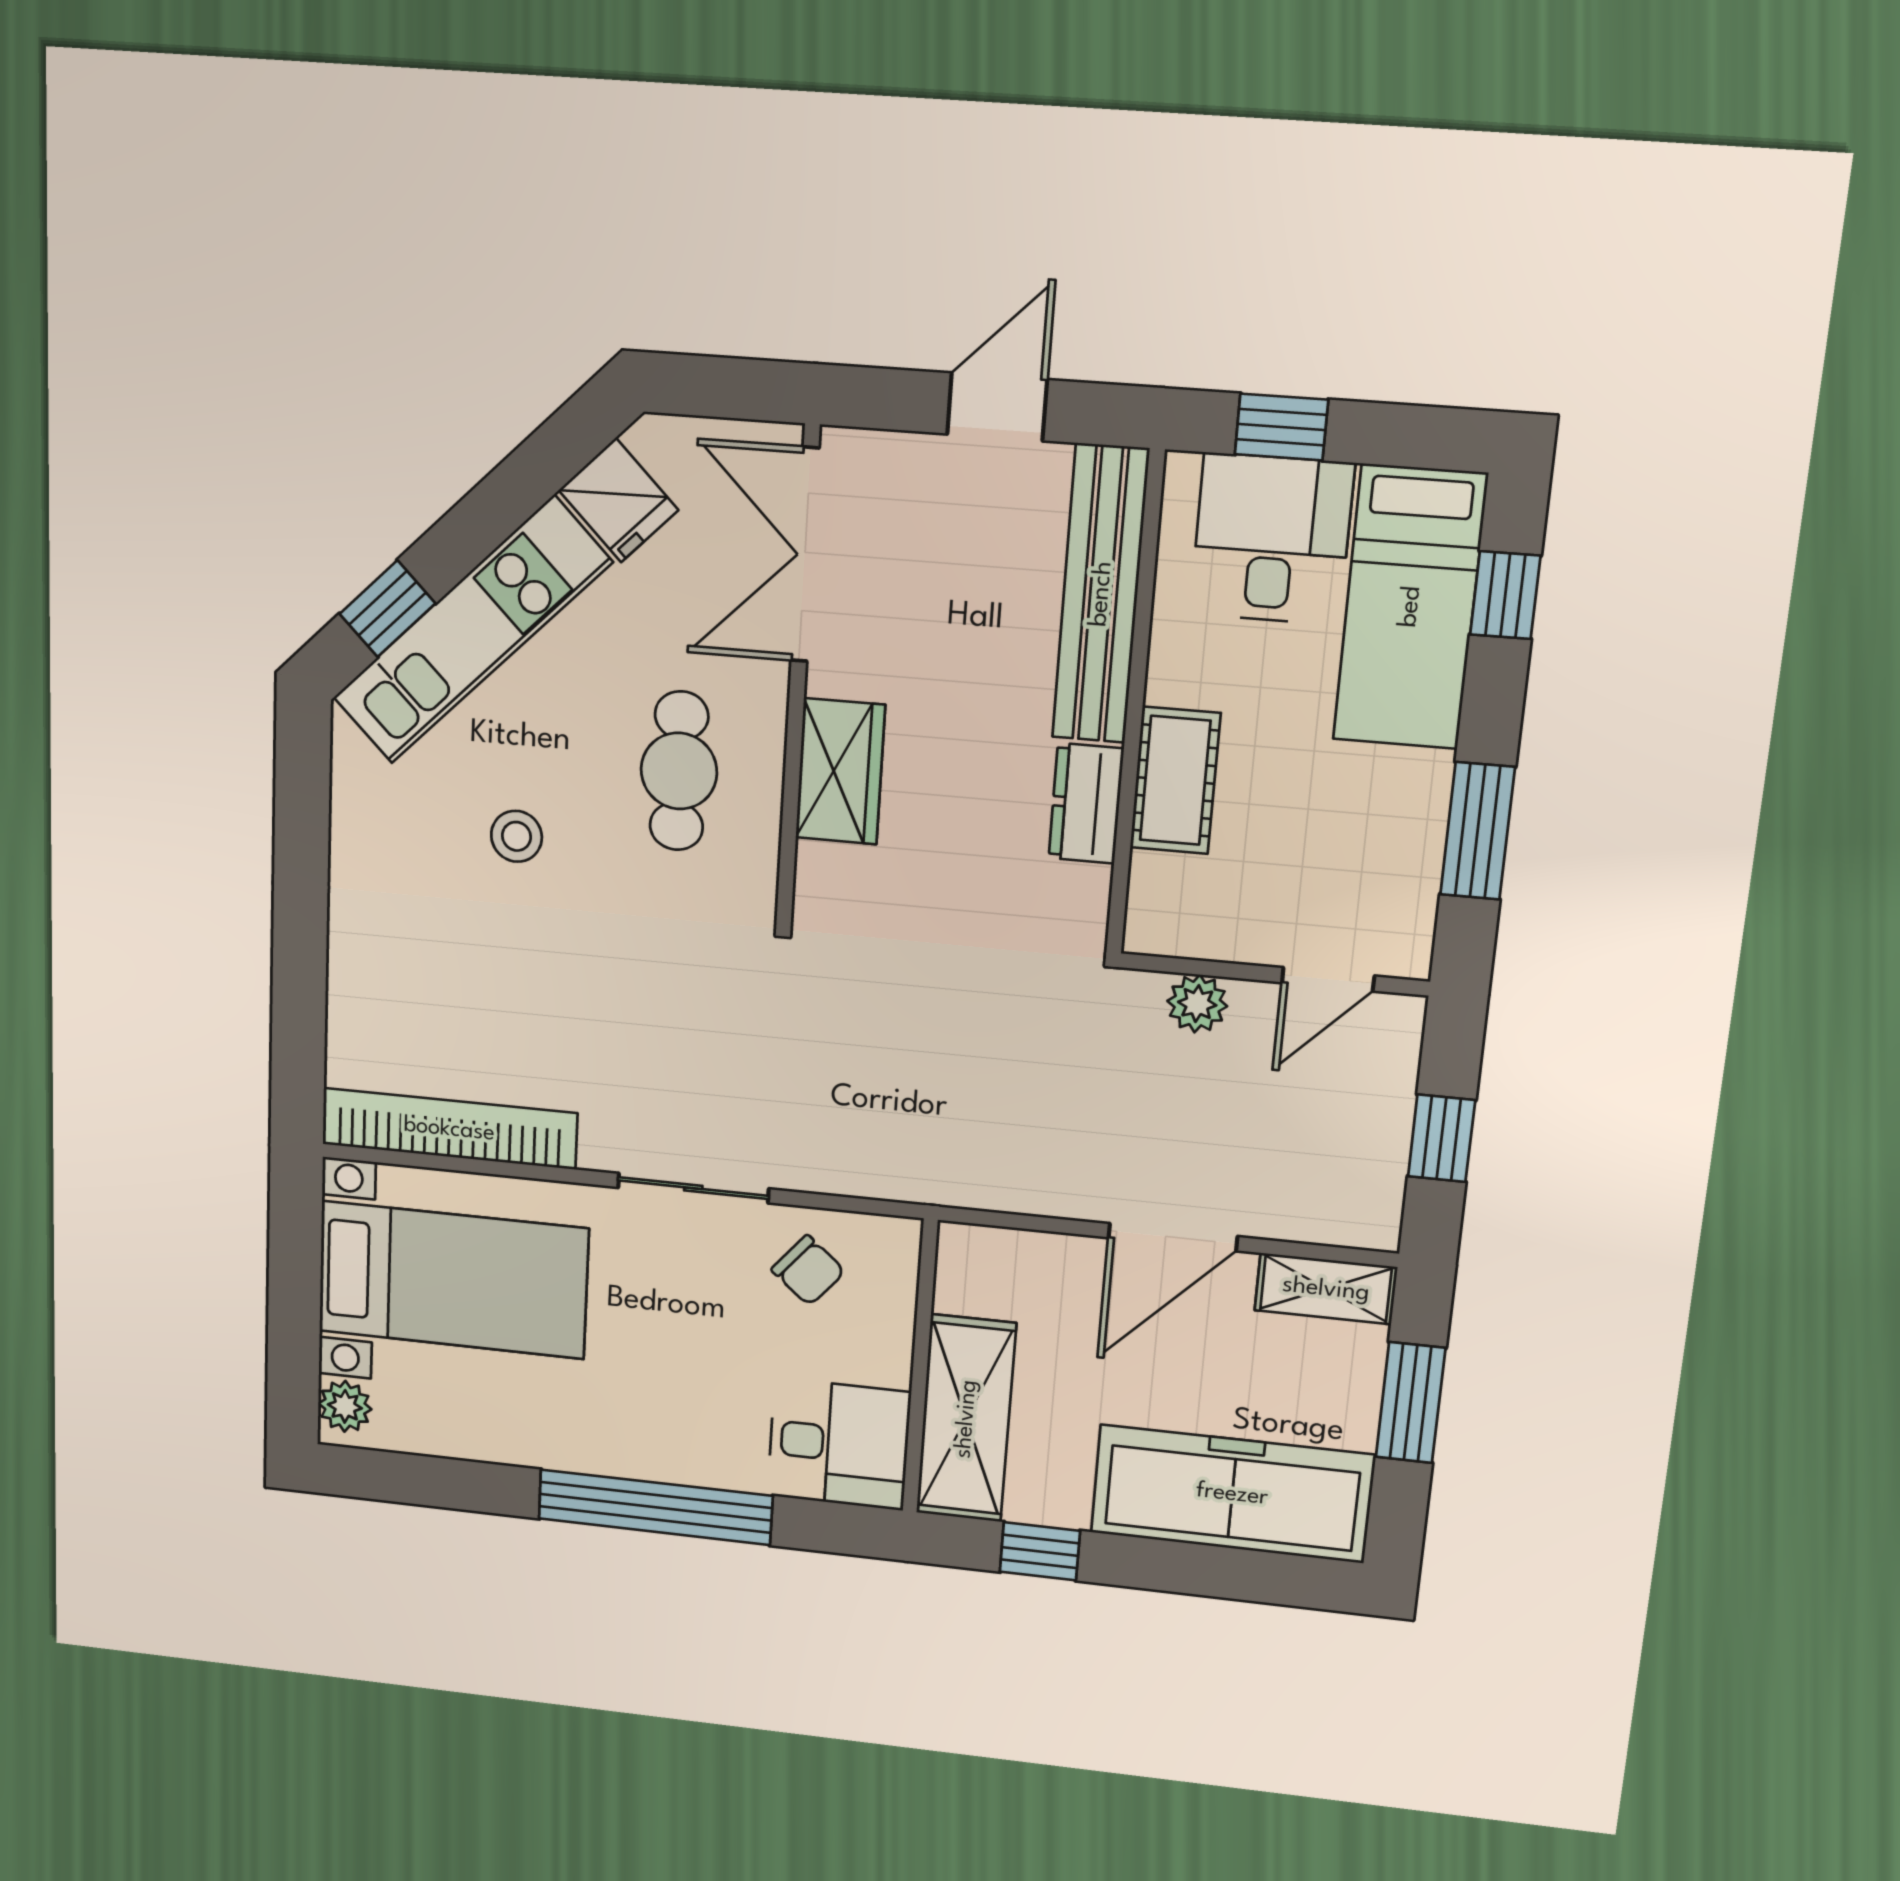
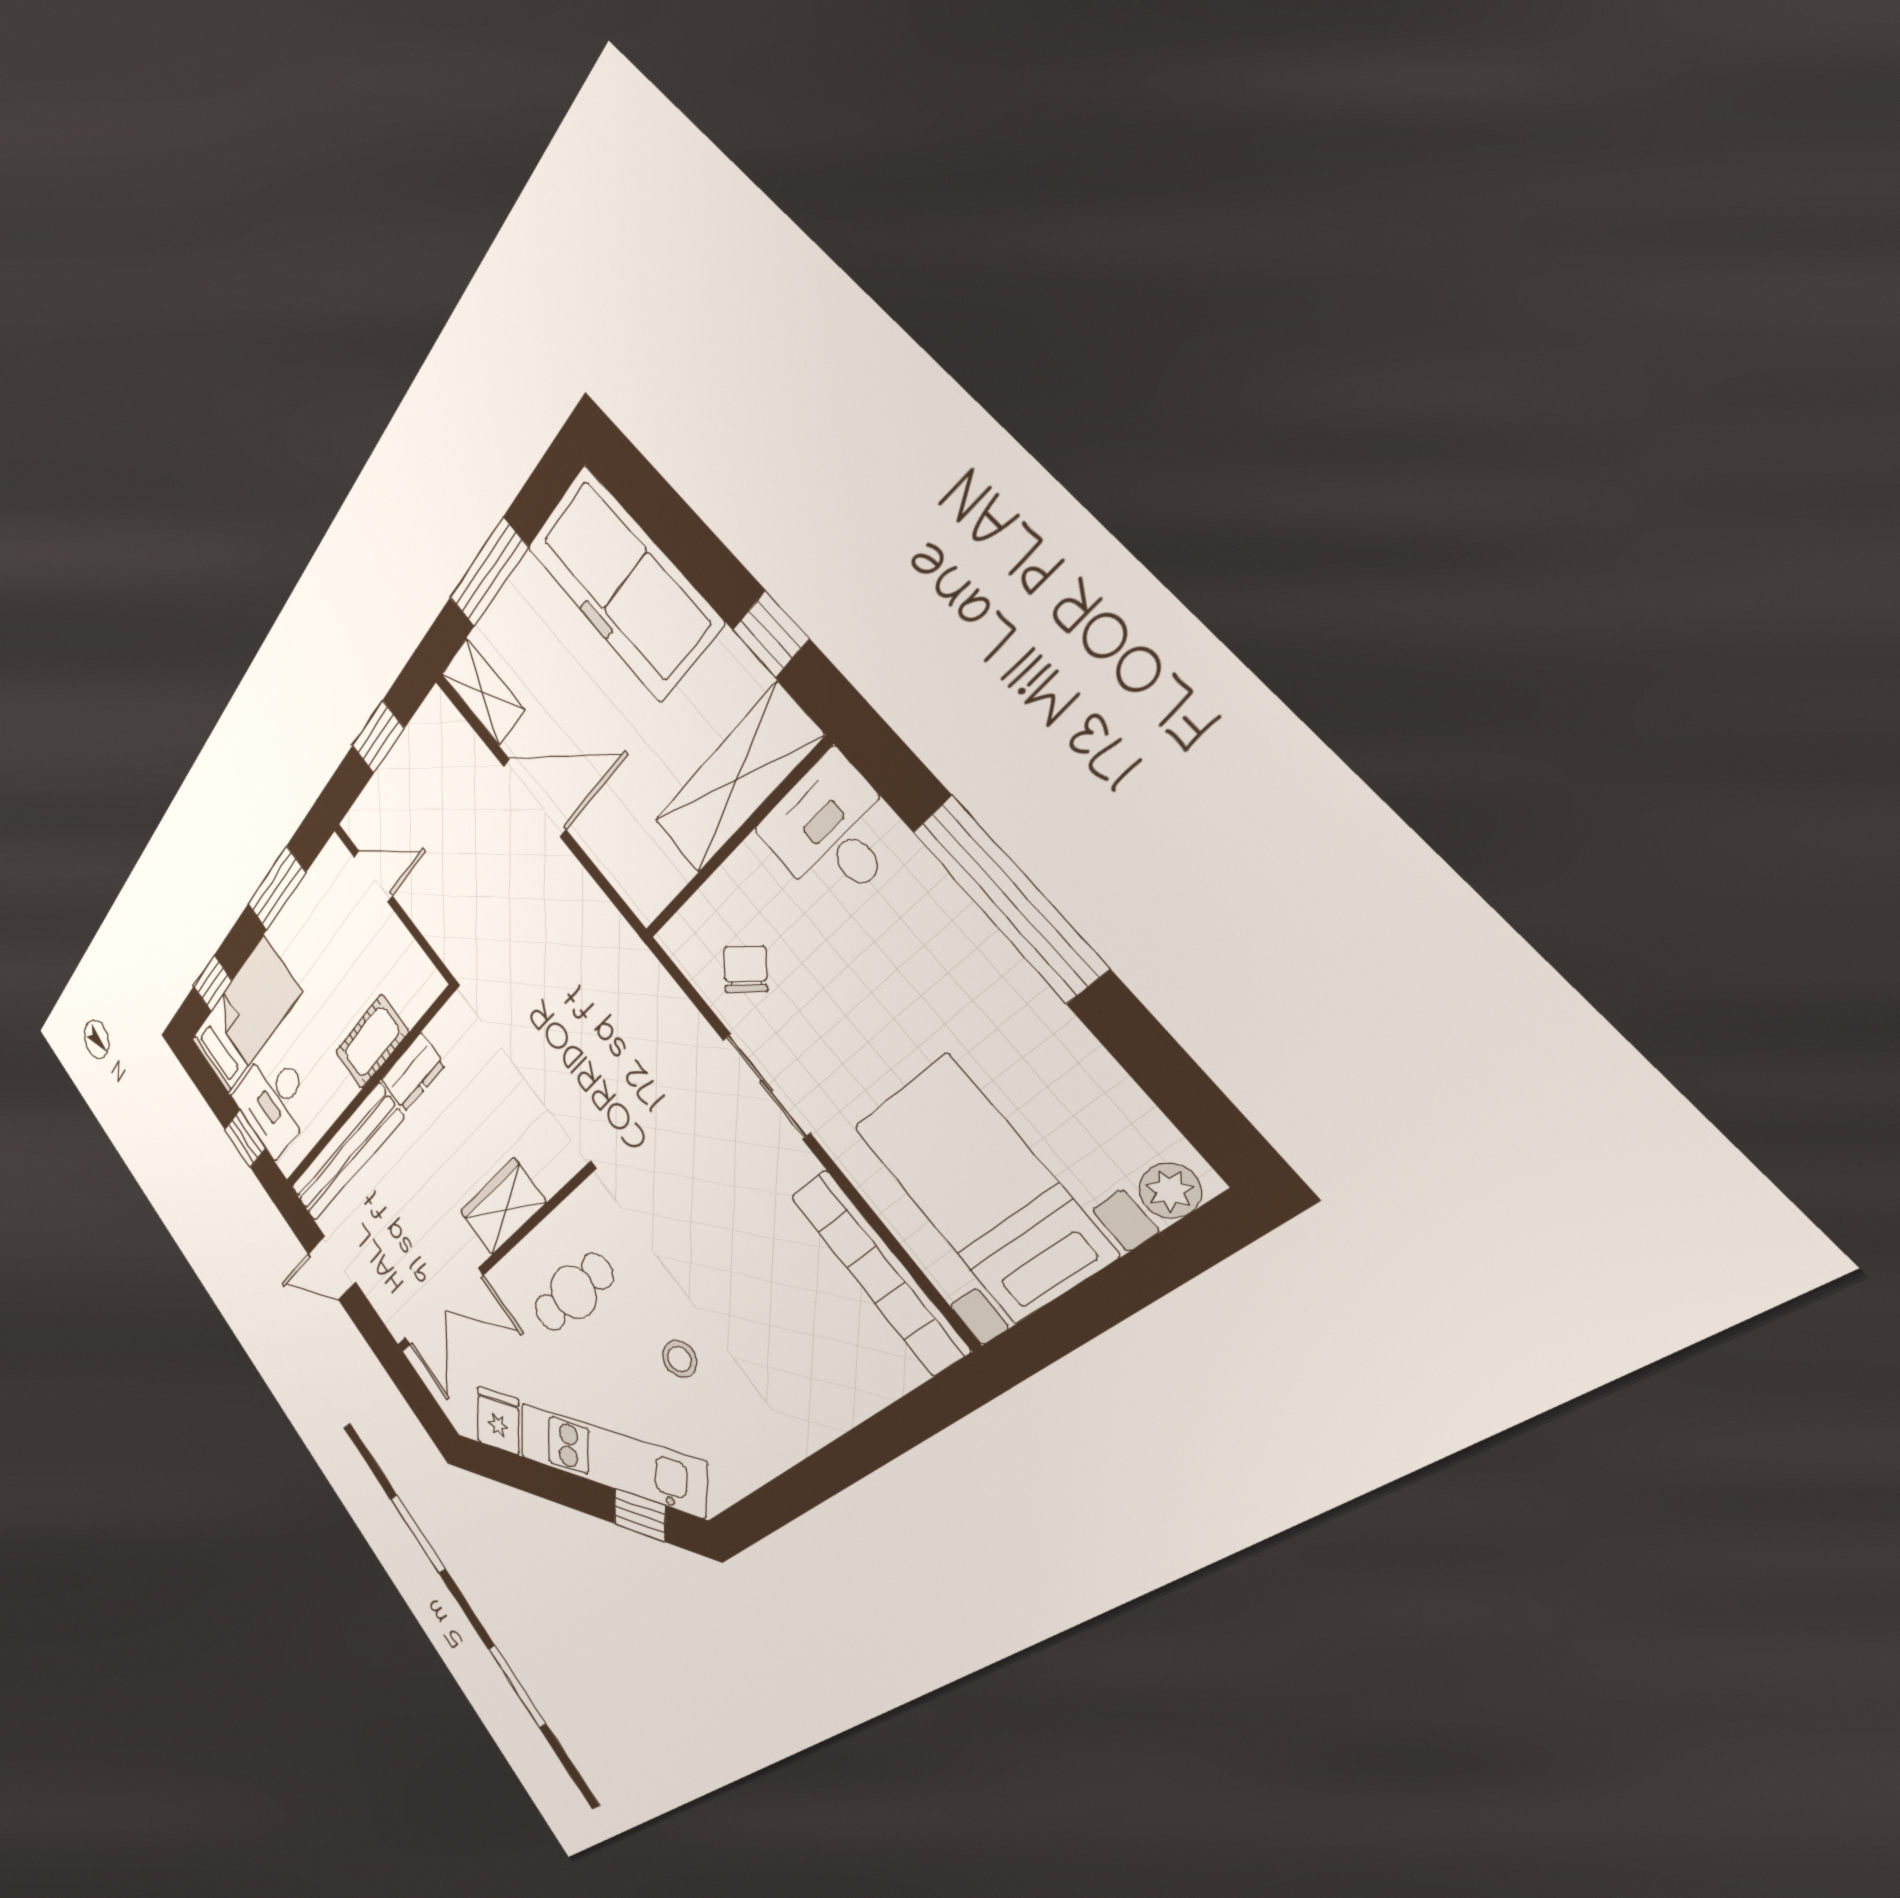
plant: (1197, 1004) -> (434, 923), removed

